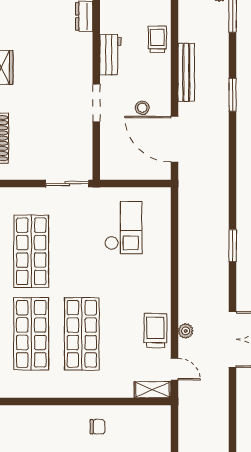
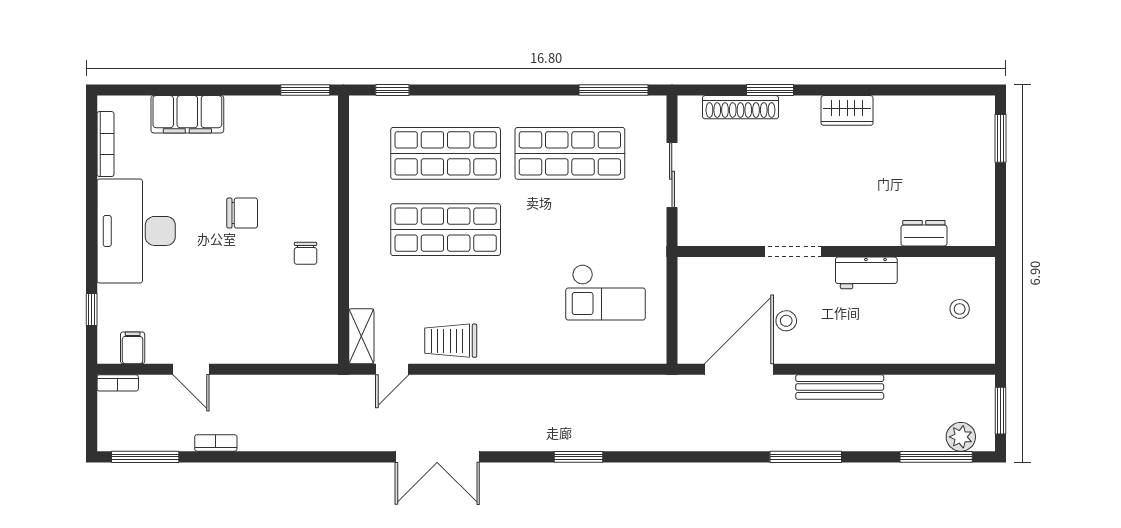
trolley: (157, 39) -> (889, 343), removed
window: (233, 95) -> (806, 457), width x1.44
sliding door: (67, 184) -> (672, 175), moved
trolley: (155, 330) -> (451, 341), turned 180
plant: (186, 331) -> (450, 386), removed

